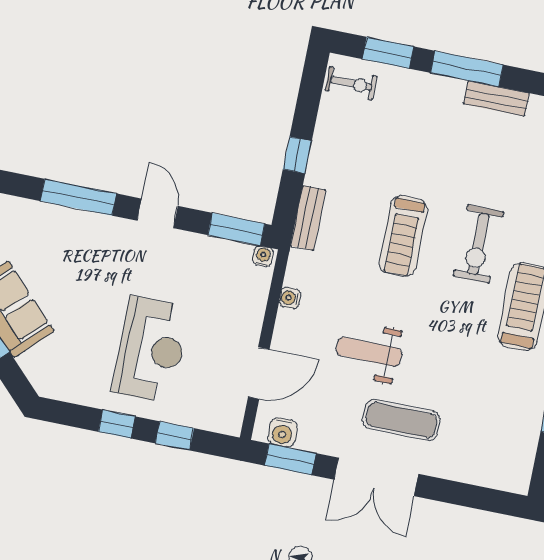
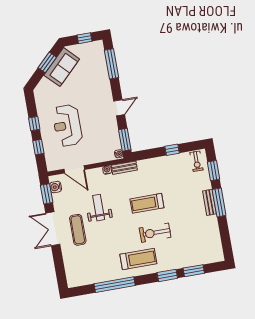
bench: (496, 99) -> (210, 202), moved
window: (297, 155) -> (172, 150), moved
window: (78, 197) -> (111, 64), moved
bench: (308, 218) -> (124, 168), moved
reception desk: (151, 349) -> (67, 125), turned 90

